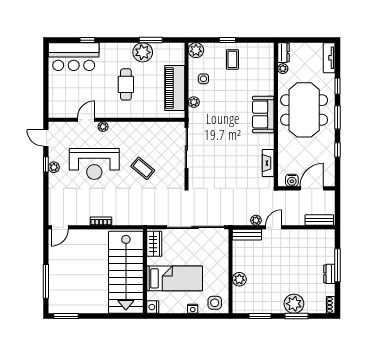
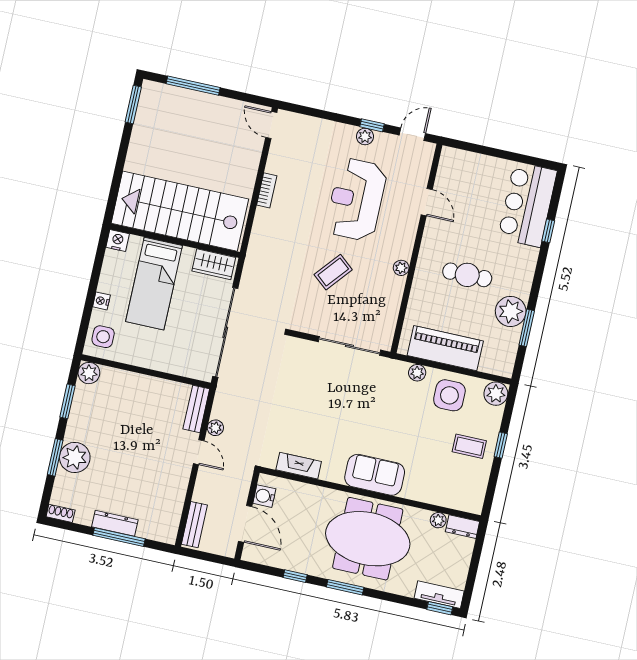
side table: (203, 79) -> (449, 395), width x1.87, depth x1.87
window: (337, 86) -> (440, 608), moved
plant: (103, 127) -> (401, 268), moved
dresser: (329, 274) -> (115, 523), width x1.44
plant: (239, 279) -> (89, 373), moved

